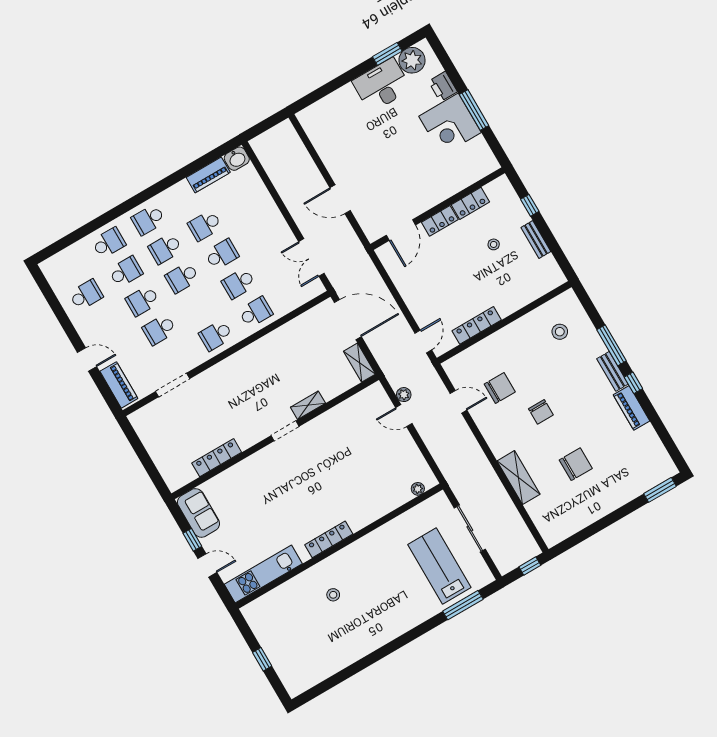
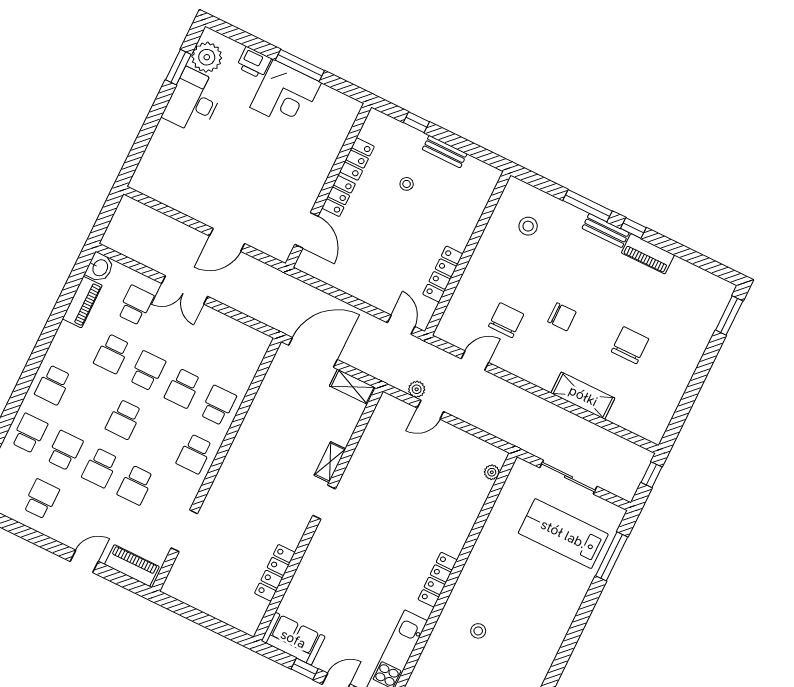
school desk: (165, 249) -> (136, 305), moved, turned 180
double door: (311, 257) -> (185, 290), moved

